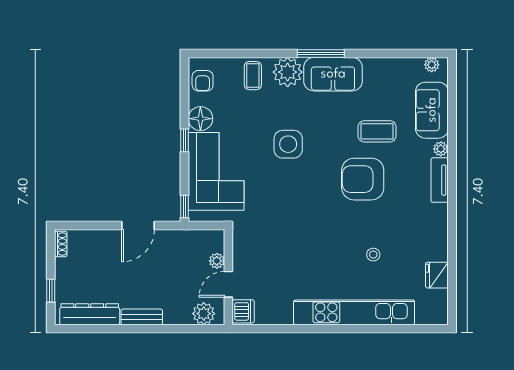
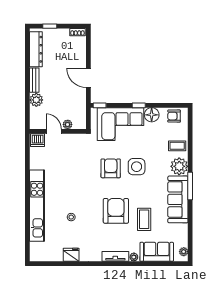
sofa: (333, 74) -> (178, 199), width x1.36
armchair: (291, 188) -> (111, 168), added
fridge: (437, 275) -> (71, 255), moved
plant: (204, 314) -> (36, 100), moved

